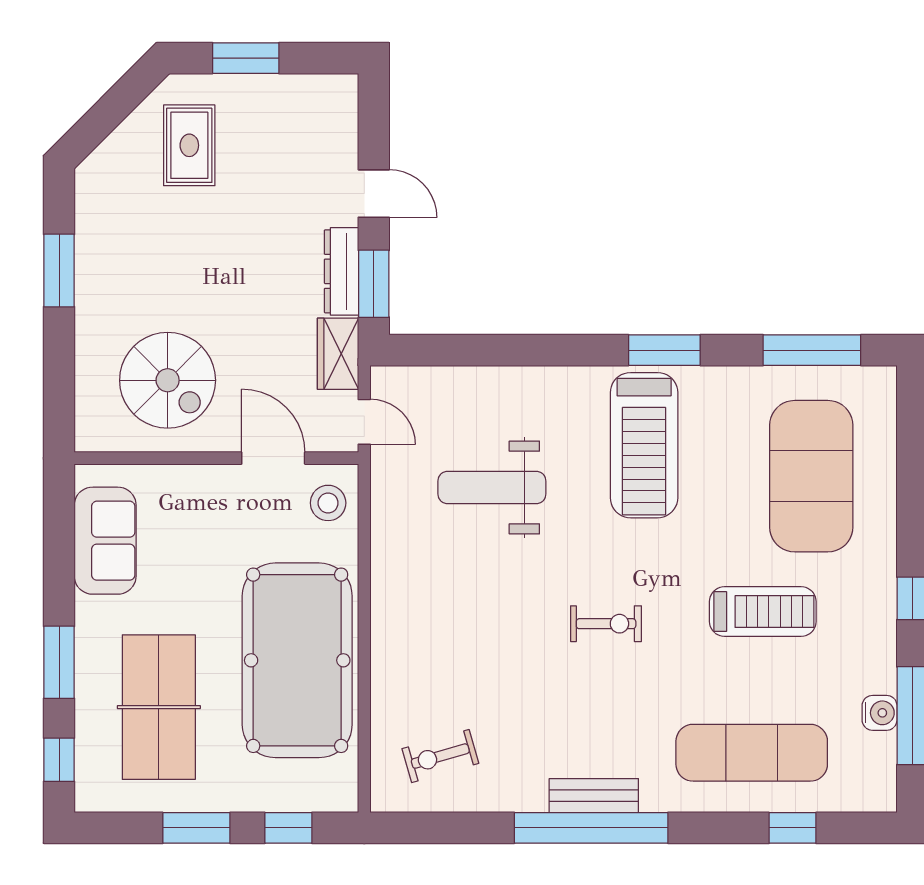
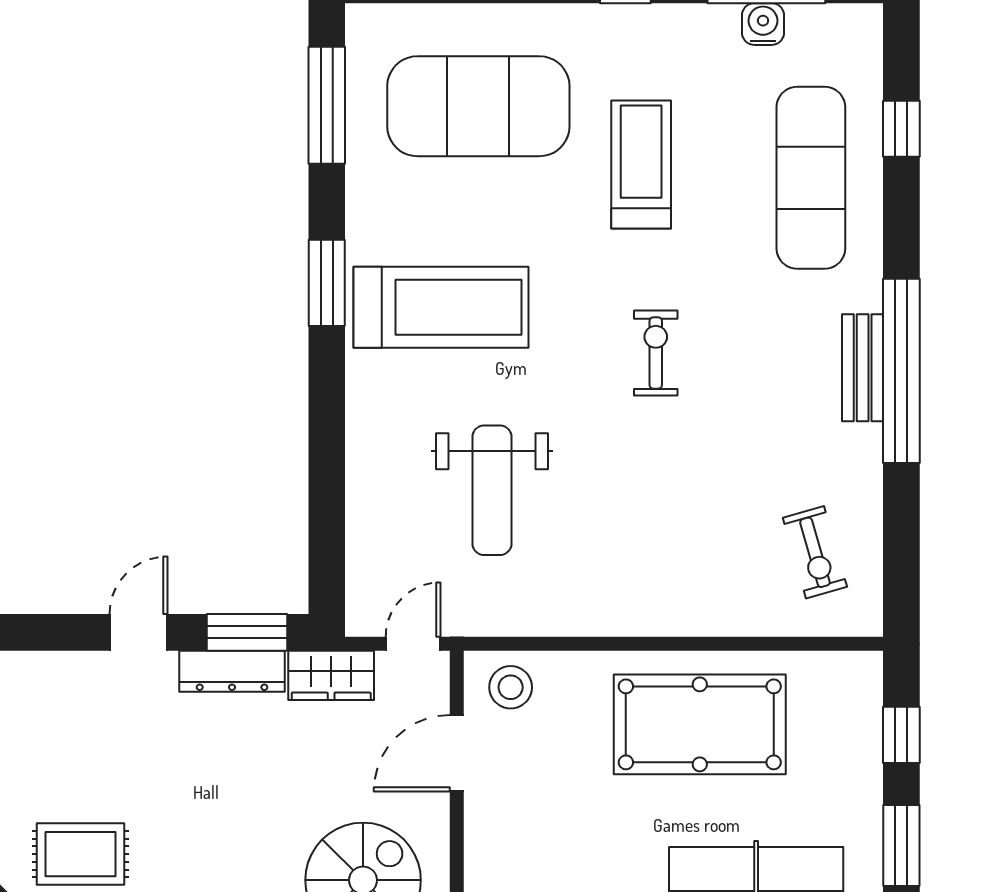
pool table: (297, 660) -> (700, 724), width x0.73, depth x0.76

